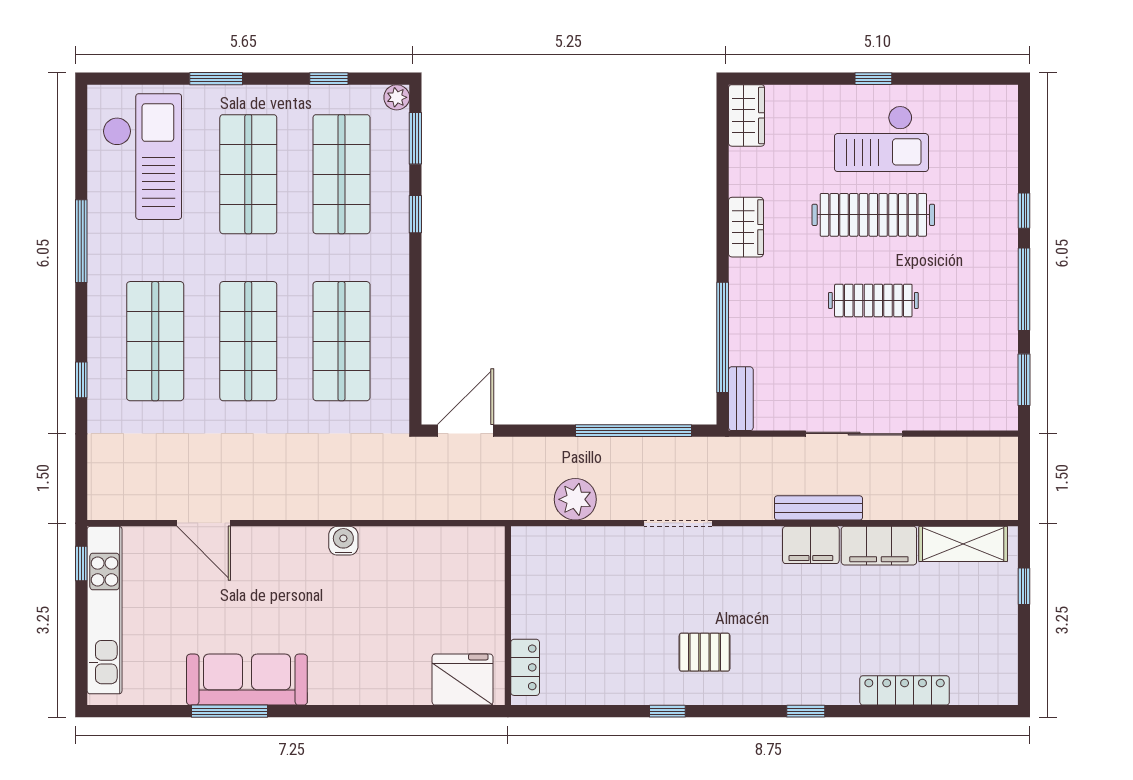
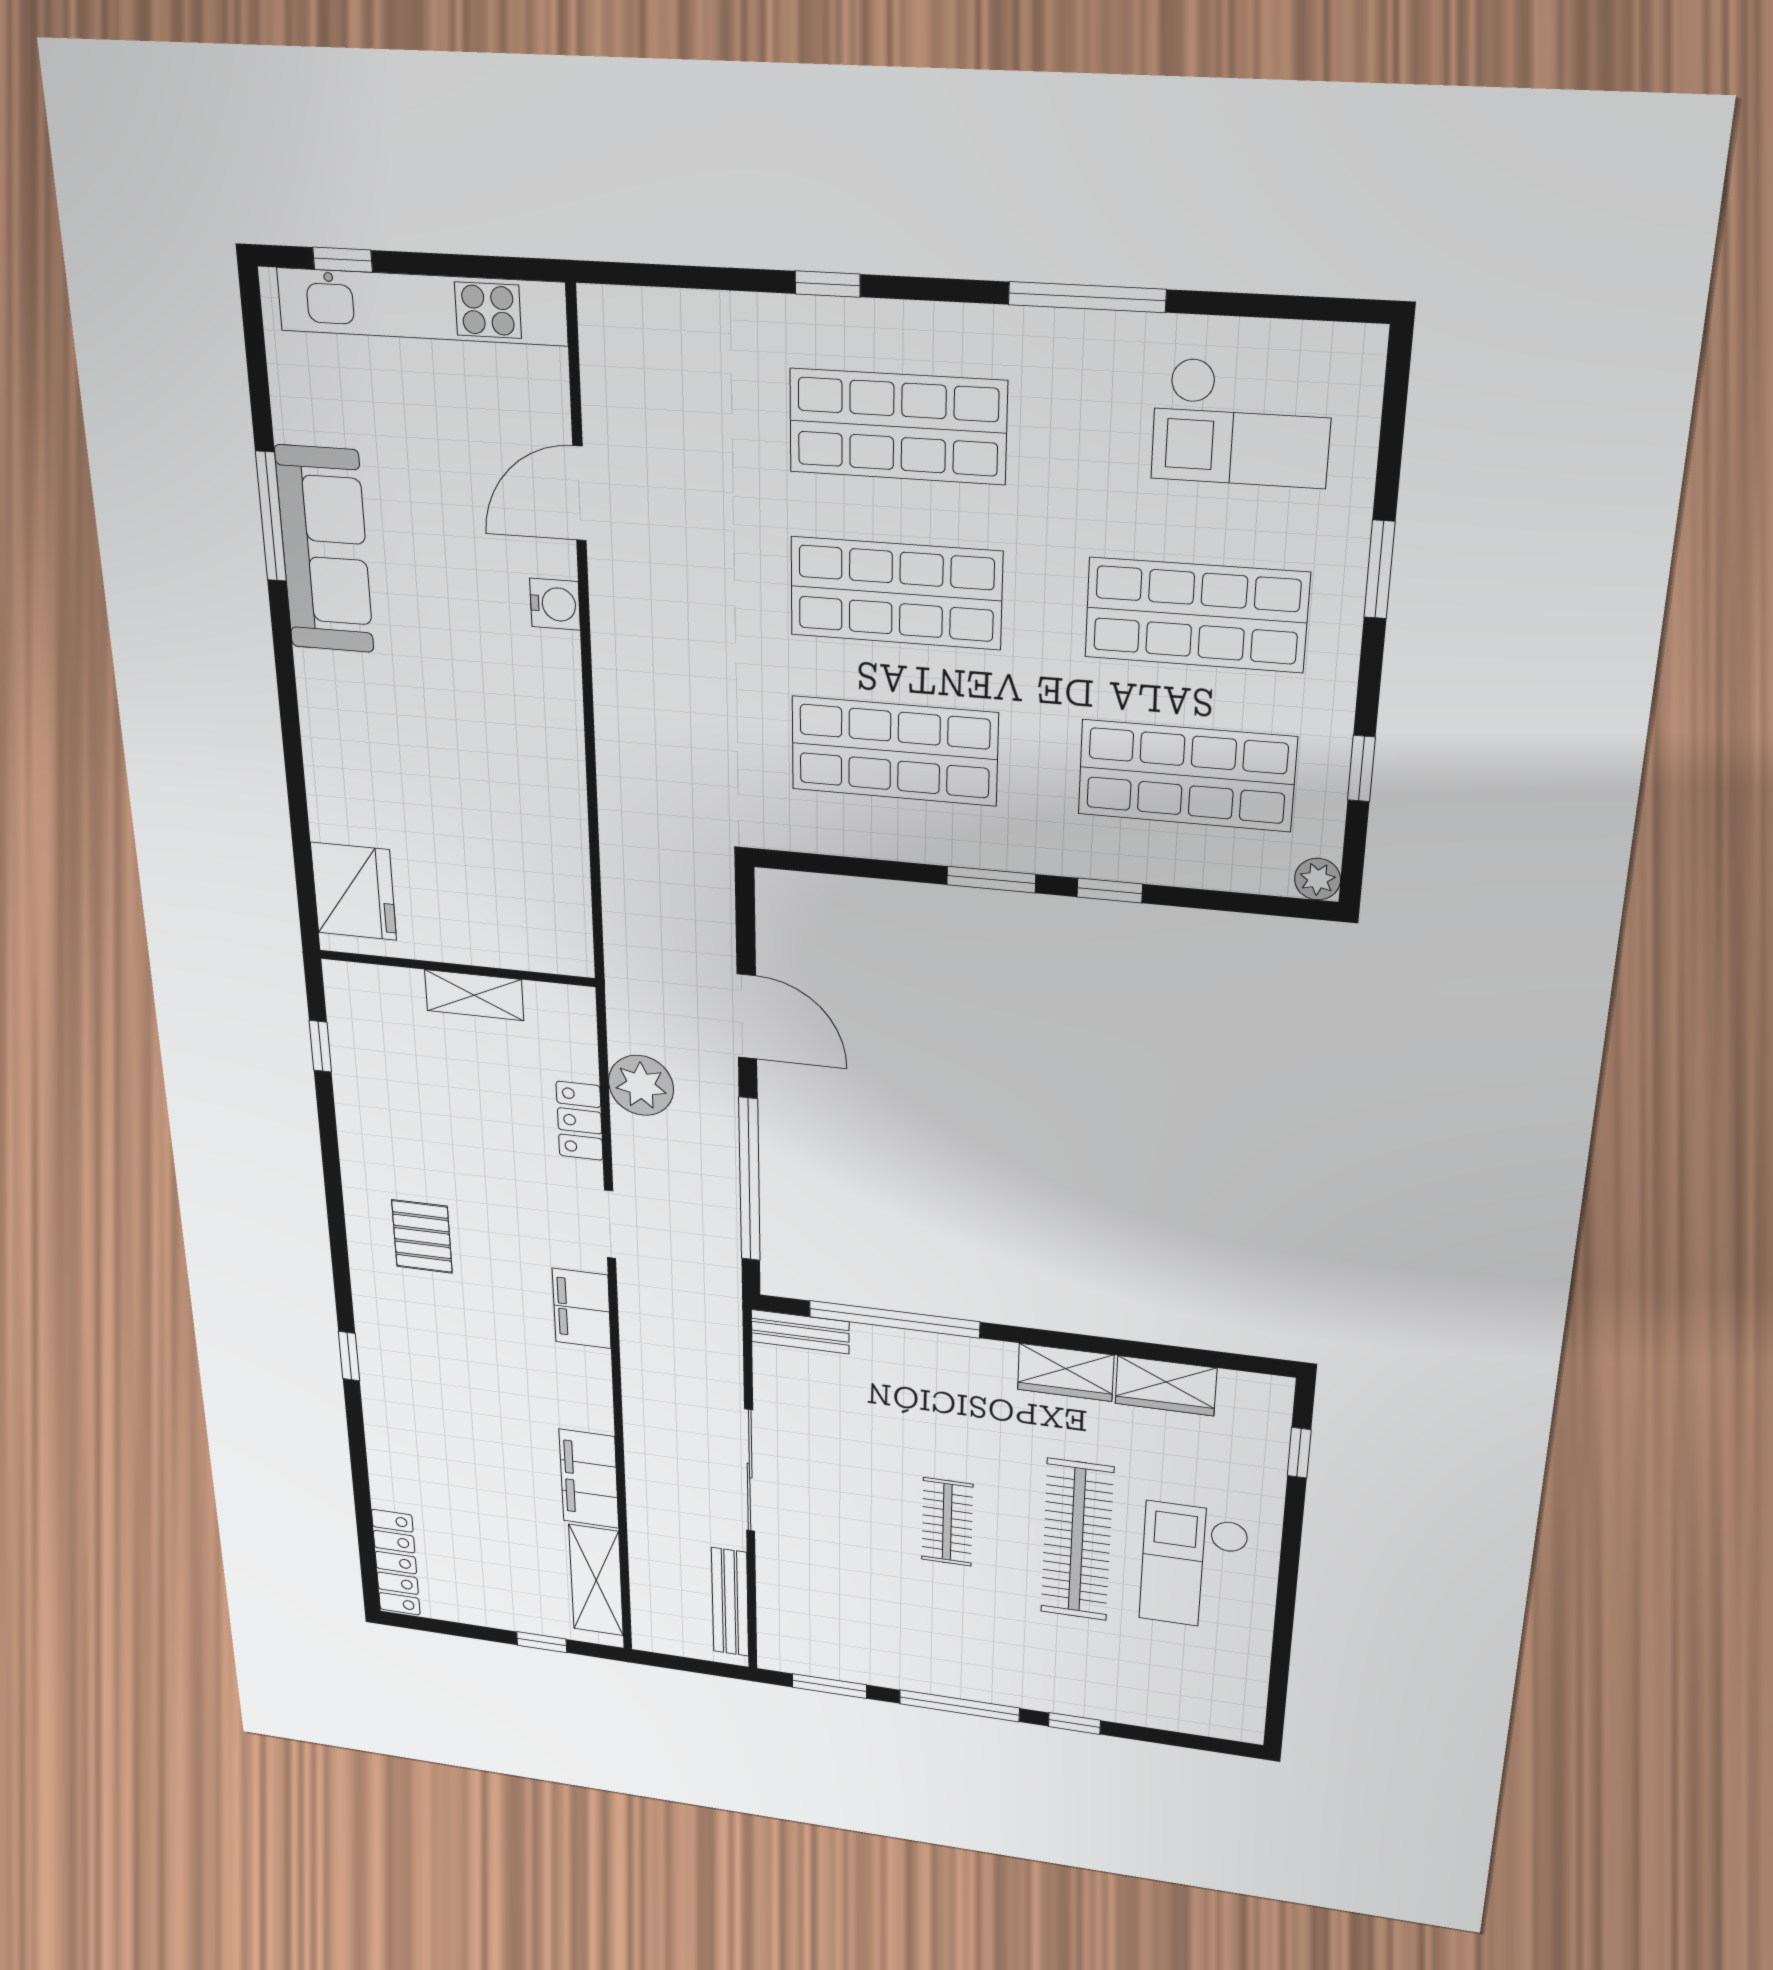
window: (873, 79) -> (1299, 1453), moved
wardrobe: (747, 115) -> (1166, 1386), moved
window: (415, 138) -> (991, 880), moved
checkout: (142, 157) -> (1242, 423), width x0.73, depth x0.83
clothes rail: (873, 300) -> (947, 1522), width x0.73
door: (466, 431) -> (747, 1017), moved
bench: (819, 508) -> (730, 1602), moved
doorway: (678, 523) -> (610, 1224), width x0.73
water cooler: (343, 541) -> (555, 604), moved
filing cabinet: (811, 545) -> (582, 1309), moved
window: (81, 563) -> (343, 260), moved
shelving: (525, 605) -> (474, 995), added
locker: (525, 667) -> (580, 1121), moved, turned 90
locker: (905, 690) -> (396, 1563), moved
window: (667, 711) -> (320, 1046), moved

